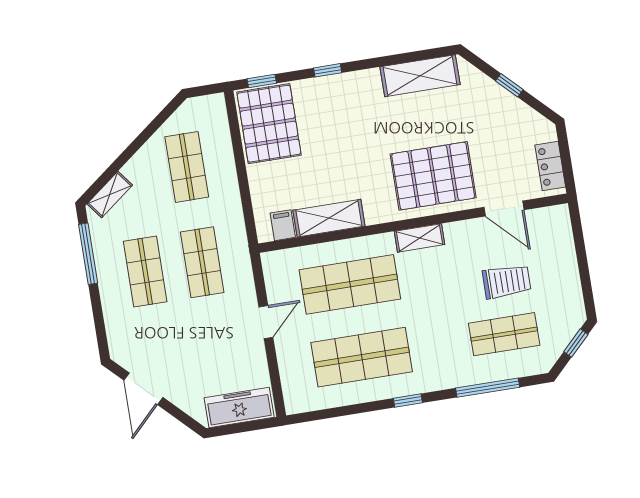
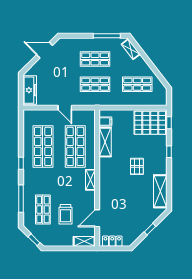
pallet: (433, 176) -> (137, 166), moved, width x0.49, depth x0.50
shelving: (561, 229) -> (84, 241), added

